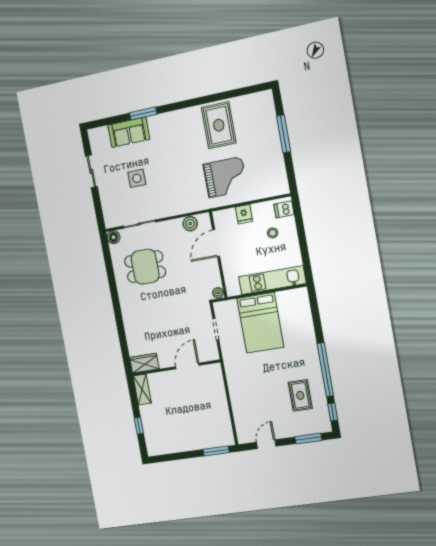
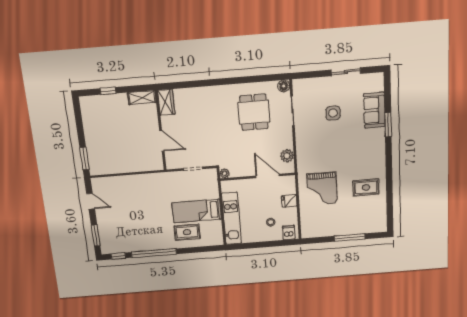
rug: (219, 125) -> (366, 187), width x0.73, depth x0.70
bed: (260, 323) -> (197, 211), width x0.67
rug: (300, 395) -> (187, 232), moved

